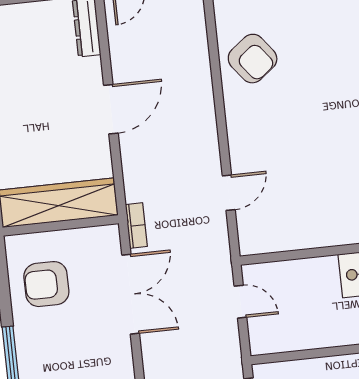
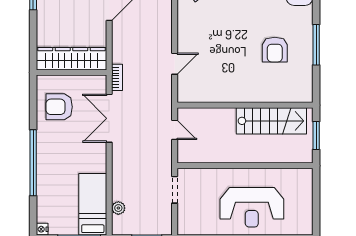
double door: (131, 294) -> (109, 118), swing flipped

